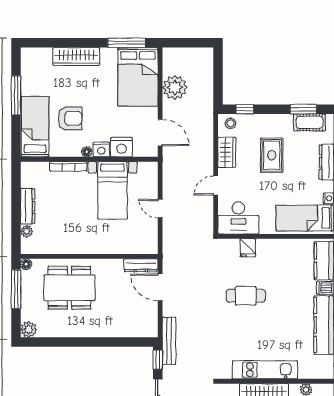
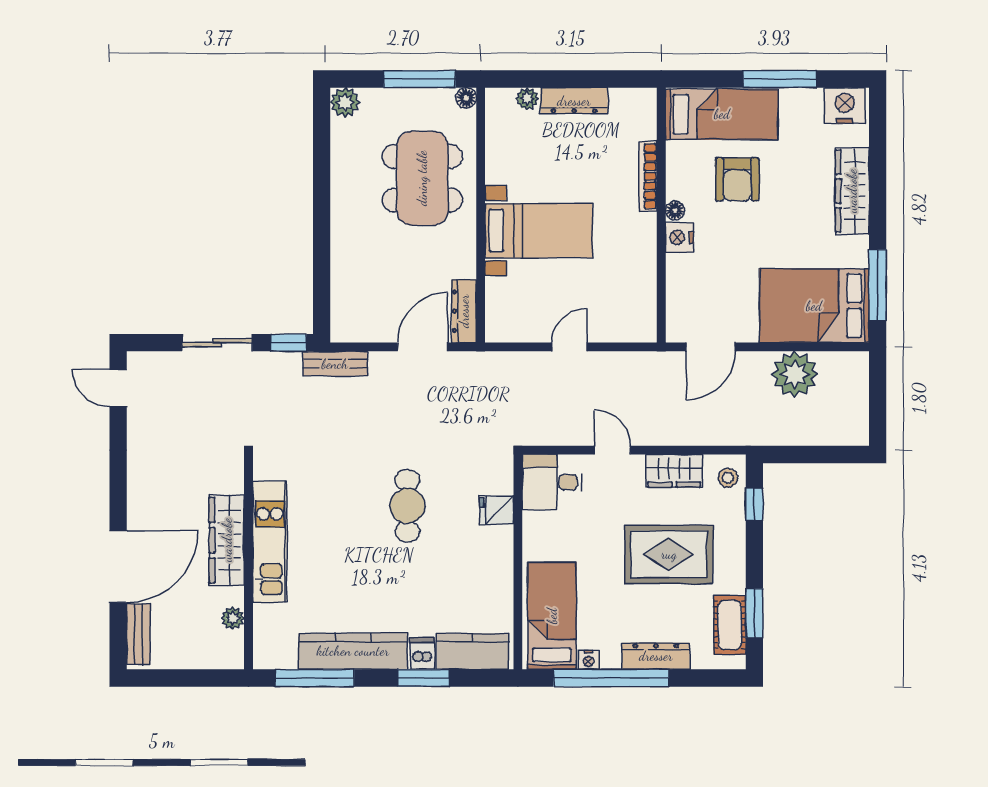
nightstand: (121, 147) -> (845, 106), moved, turned 90
rug: (272, 155) -> (669, 554), width x1.36, depth x1.43
bed with nightstands: (113, 190) -> (539, 231), moved, turned 180
desk: (238, 218) -> (552, 482), width x0.73
bench: (169, 341) -> (335, 364), width x0.73

